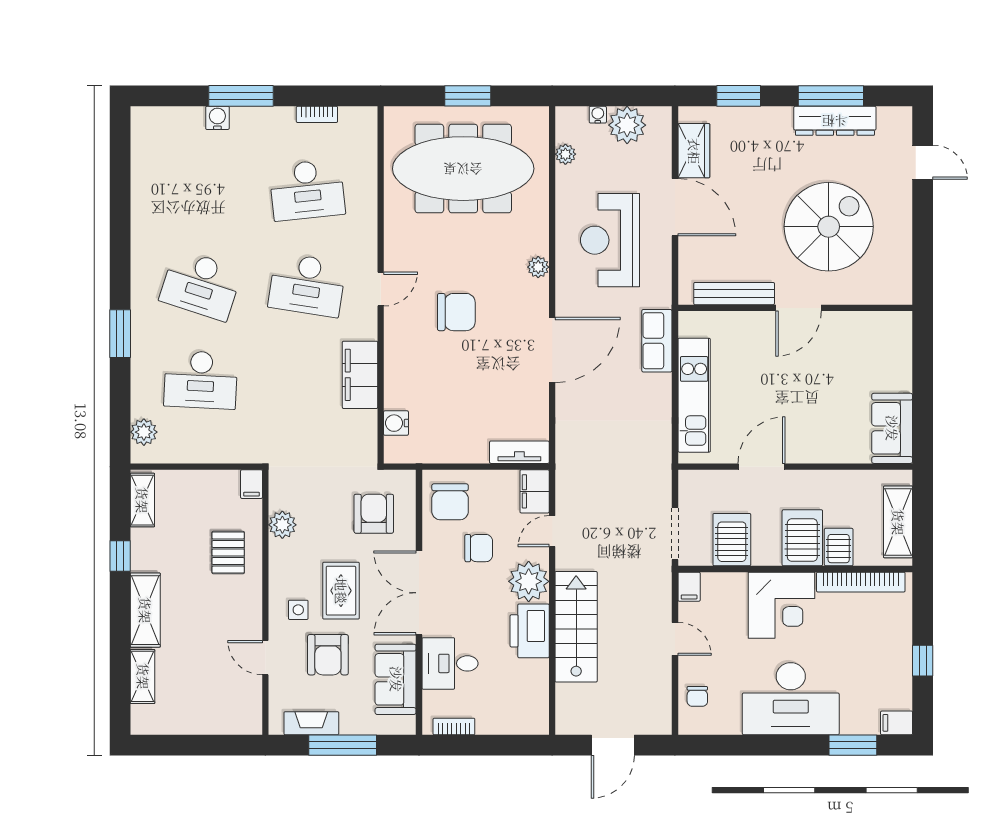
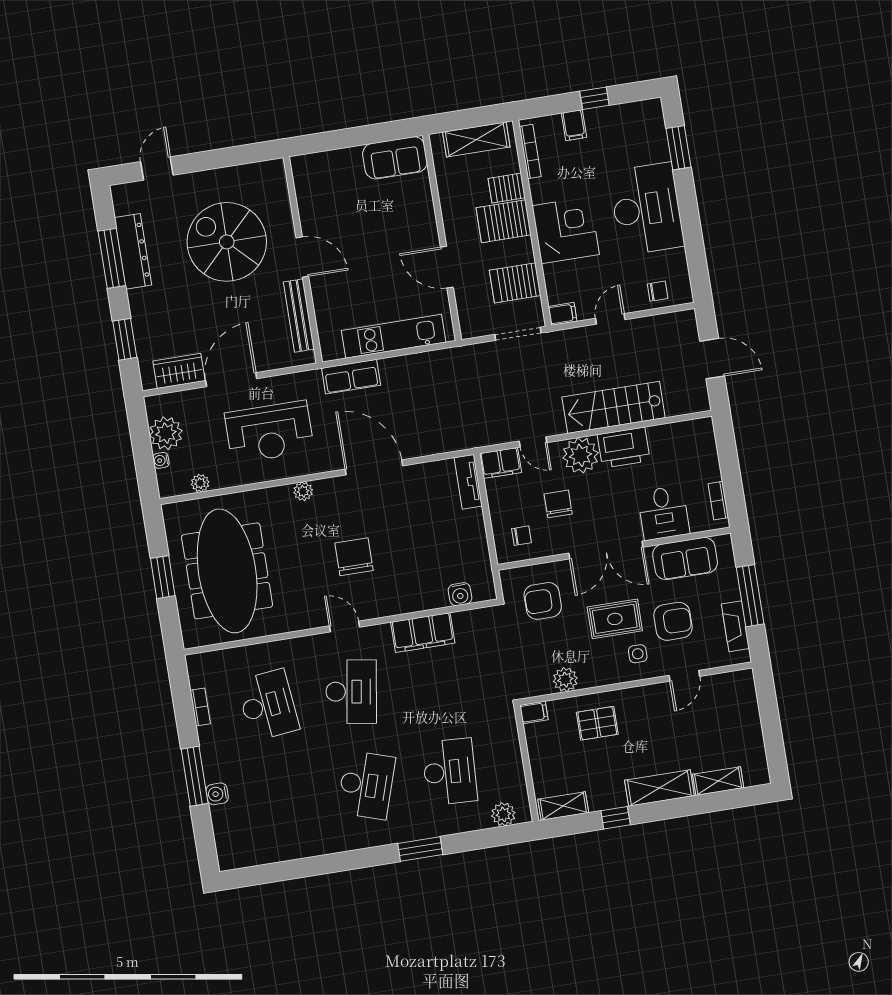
chair: (450, 502) -> (522, 536), width x0.54, depth x0.54
bookcase: (861, 582) -> (530, 152), width x0.68, depth x0.76
filing cabinet: (897, 723) -> (574, 125), moved

